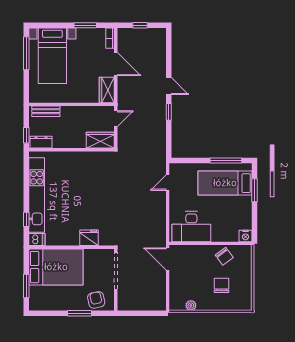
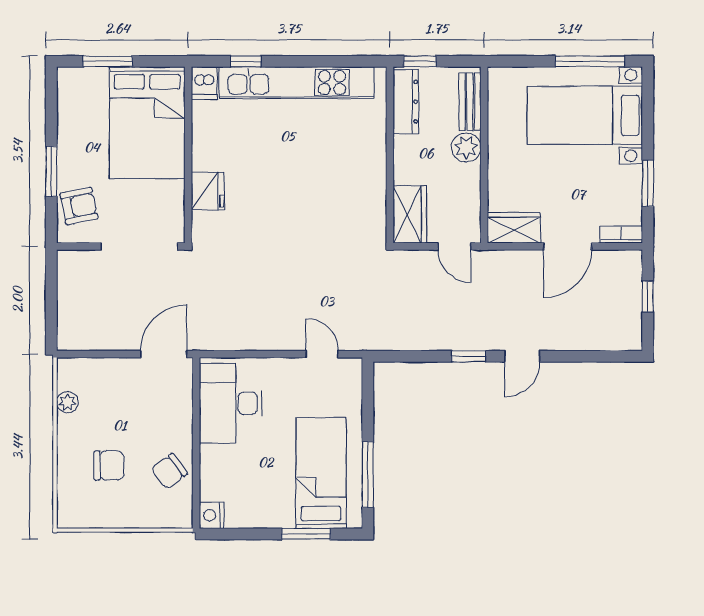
plant: (68, 113) -> (466, 147), added
dresser: (41, 142) -> (406, 102), width x1.44

